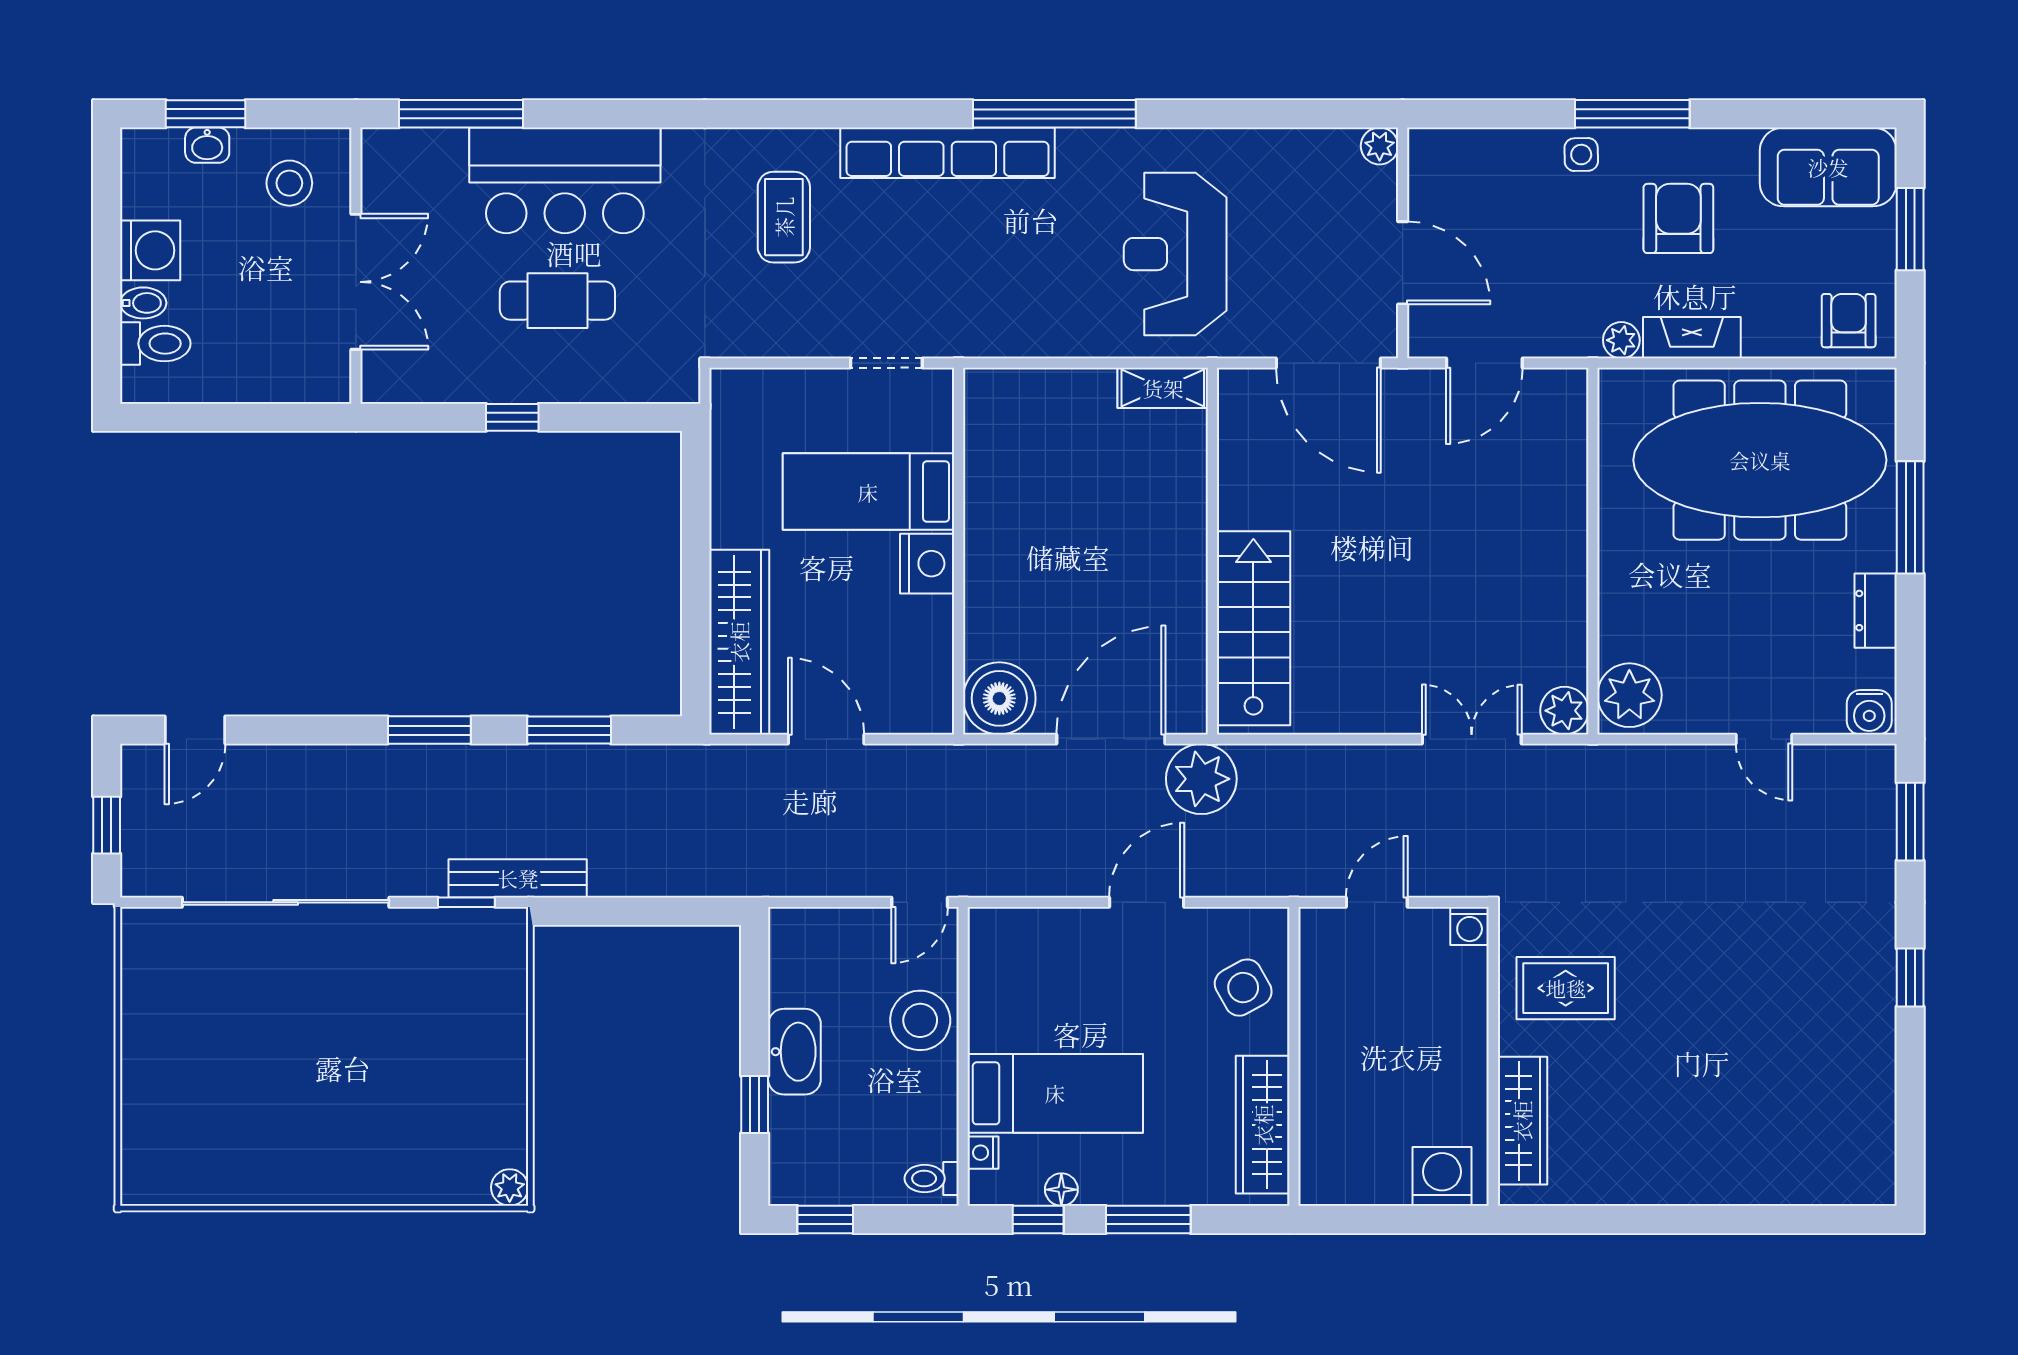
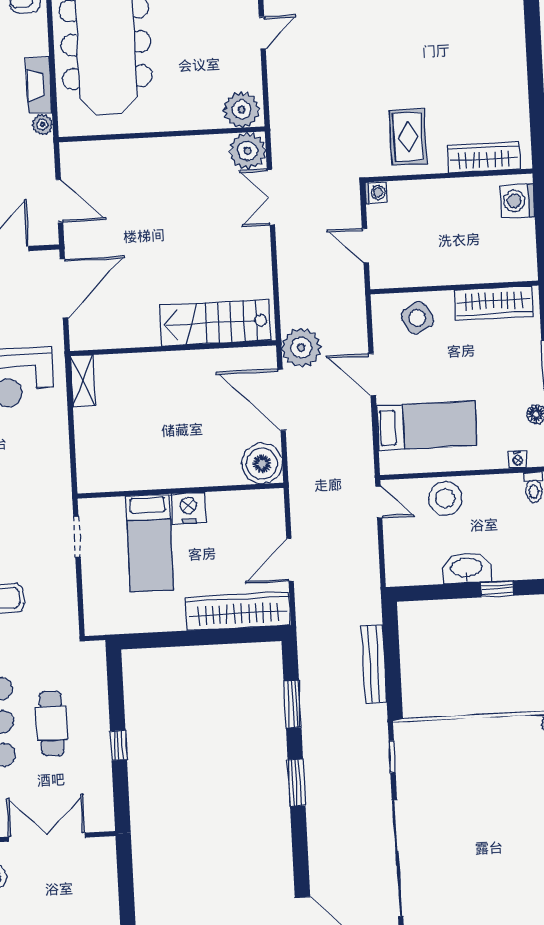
plant: (1564, 711) -> (248, 151), width x1.36, depth x1.36
bench: (518, 878) -> (374, 664), moved
bed: (1055, 1093) -> (427, 426), moved, turned 90

